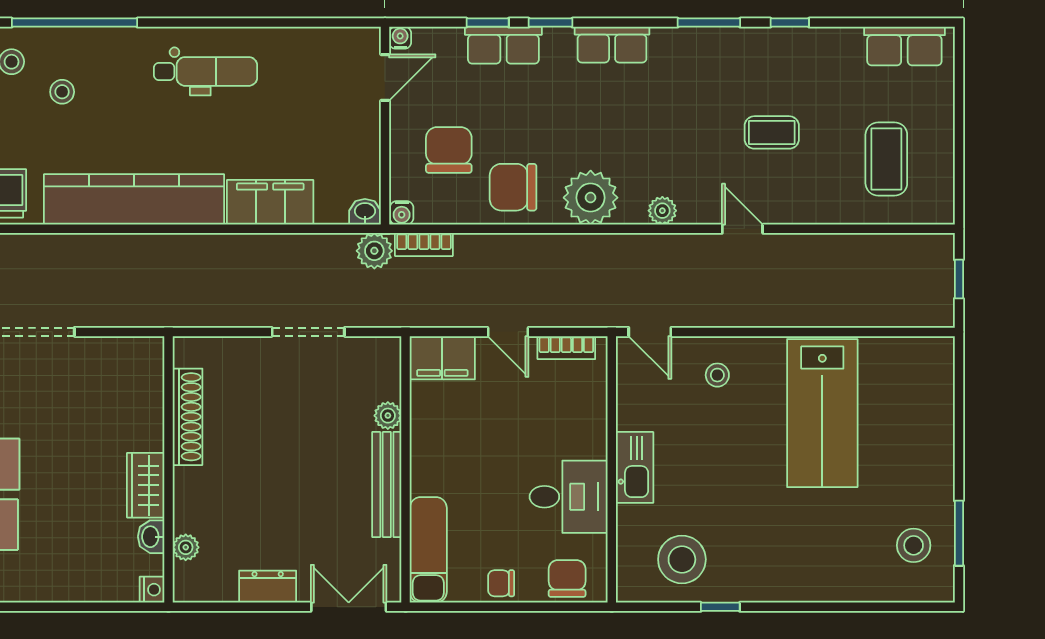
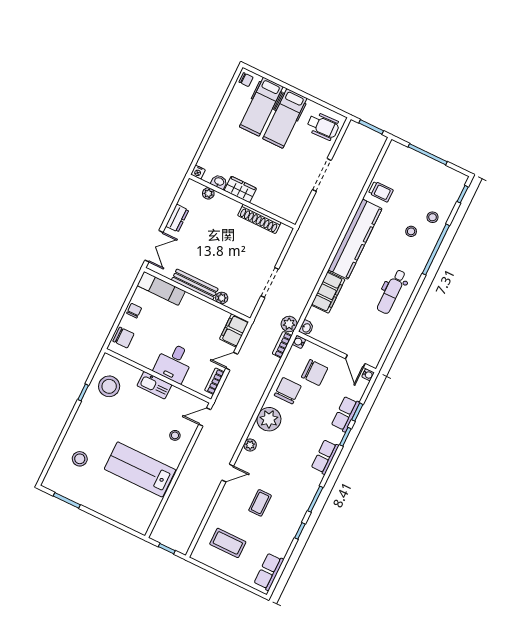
desk: (569, 497) -> (174, 363), moved
stool: (914, 545) -> (80, 459), moved

